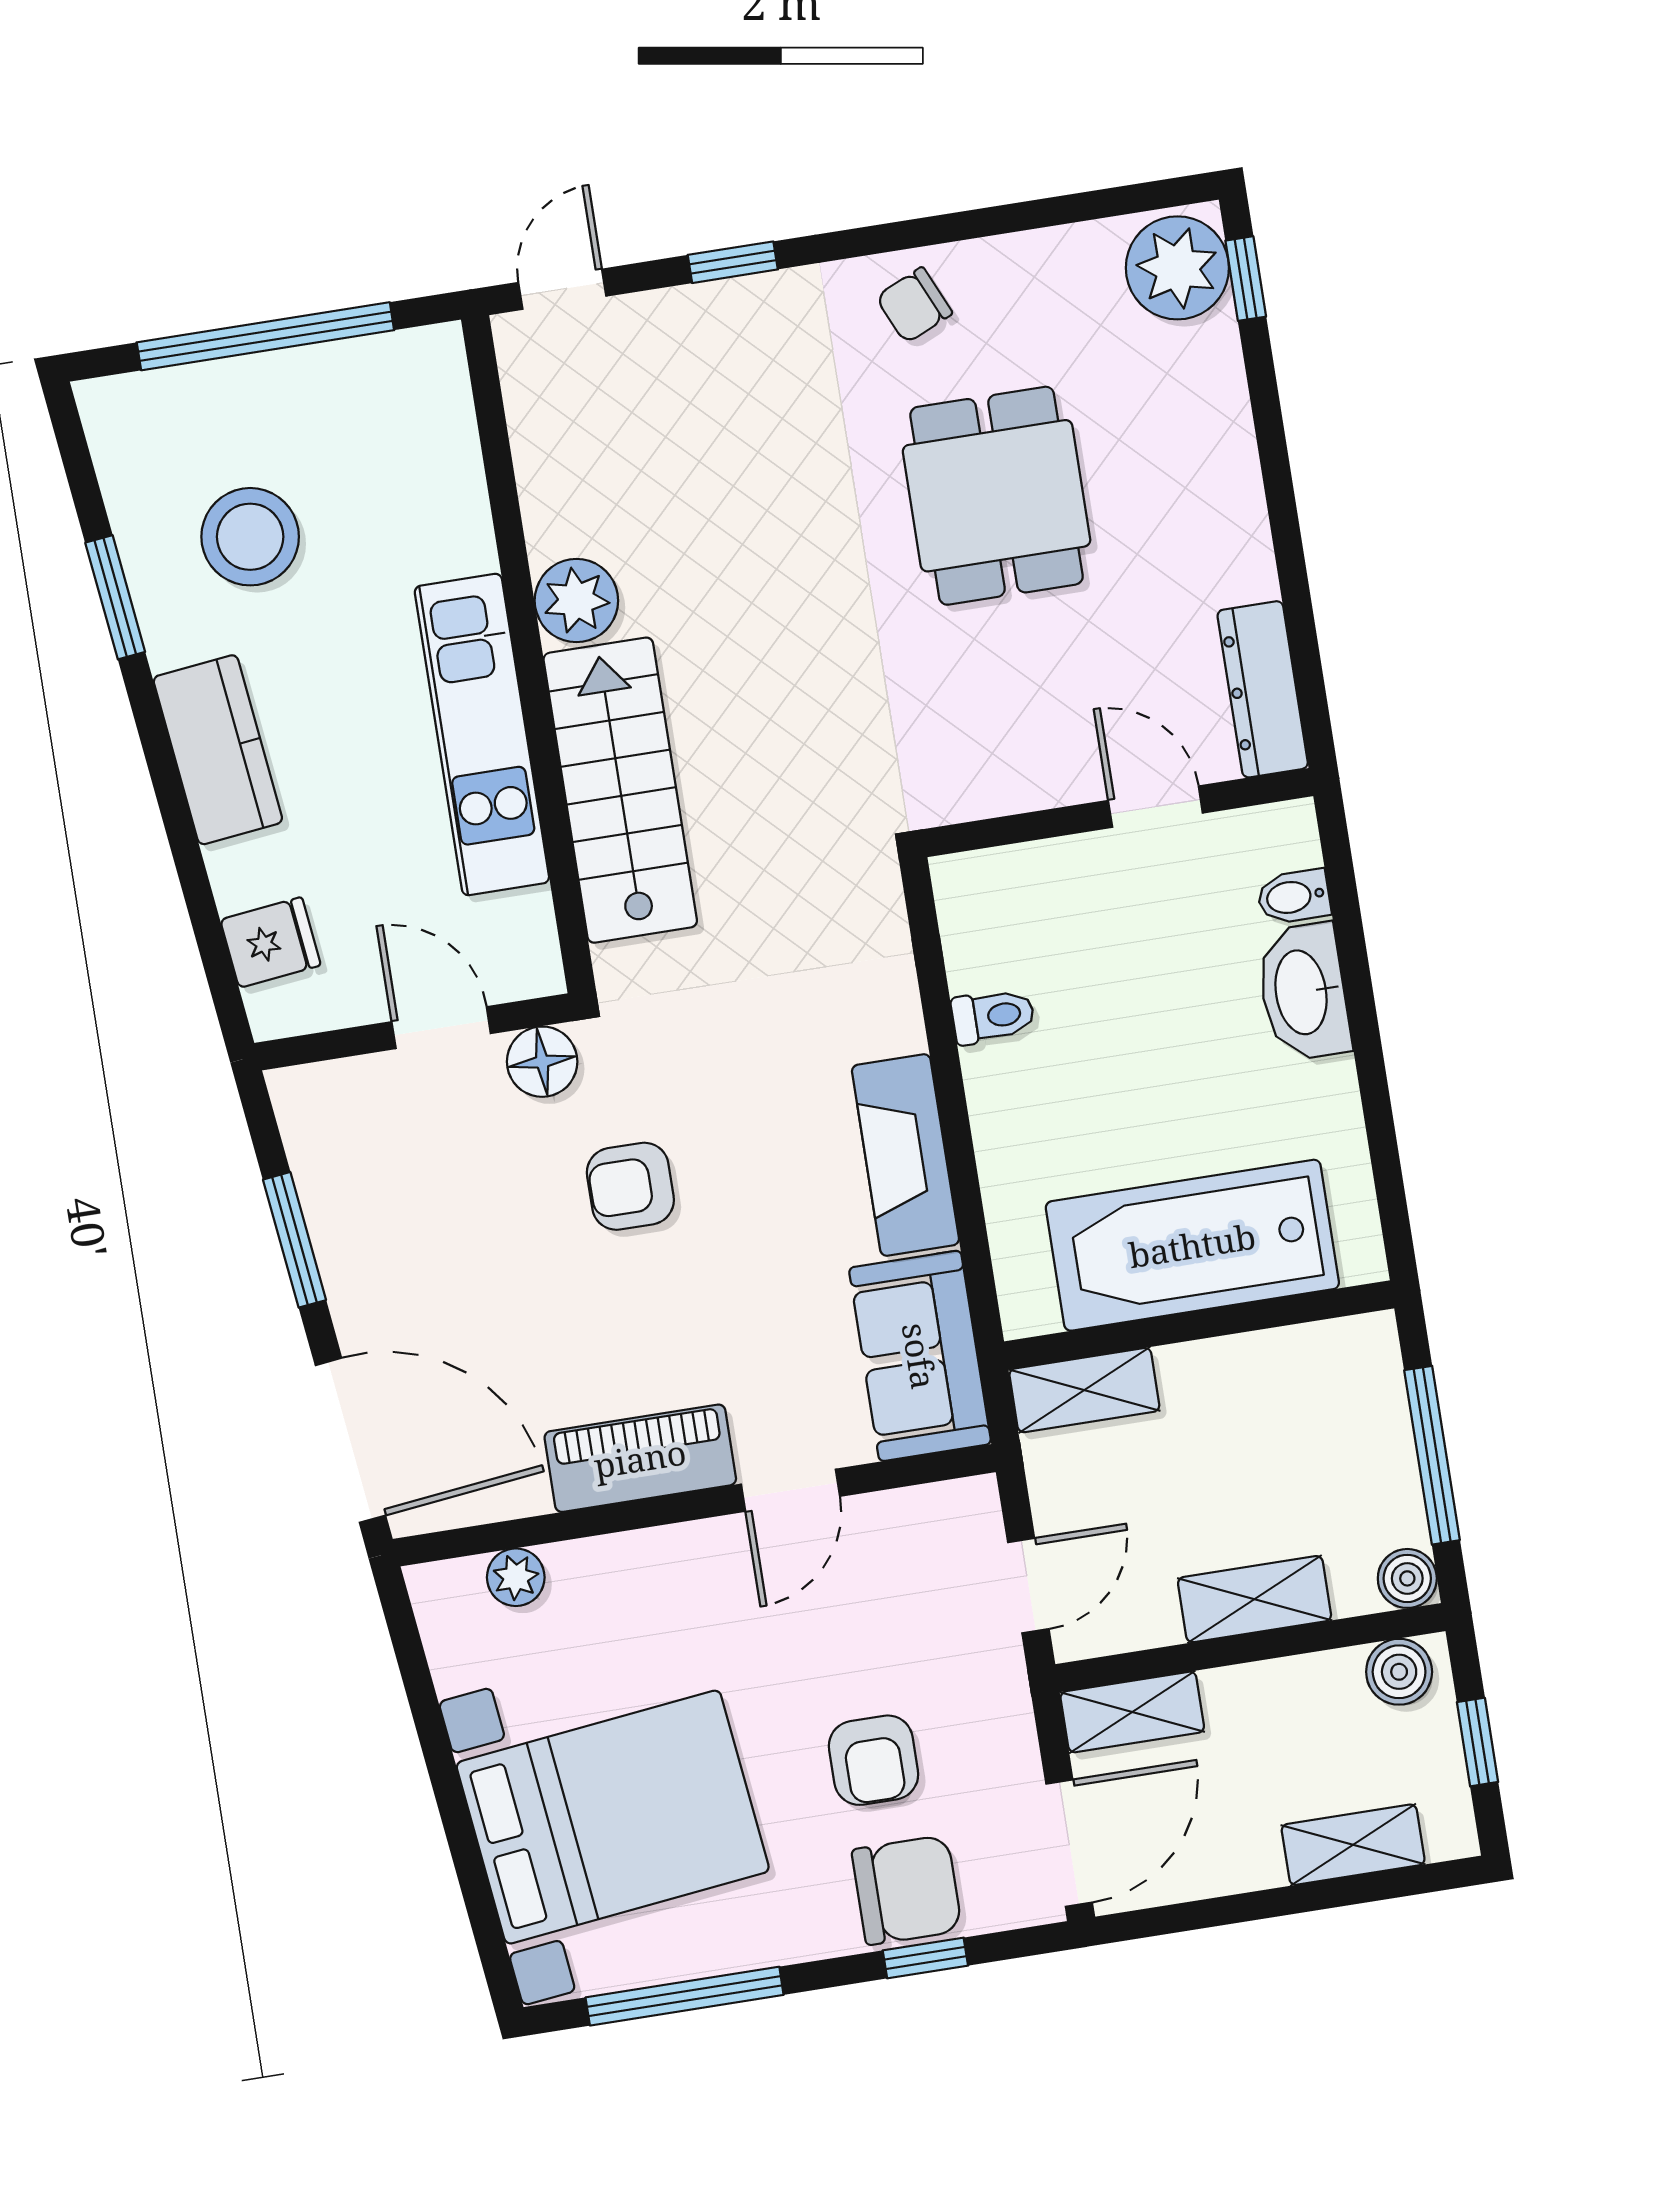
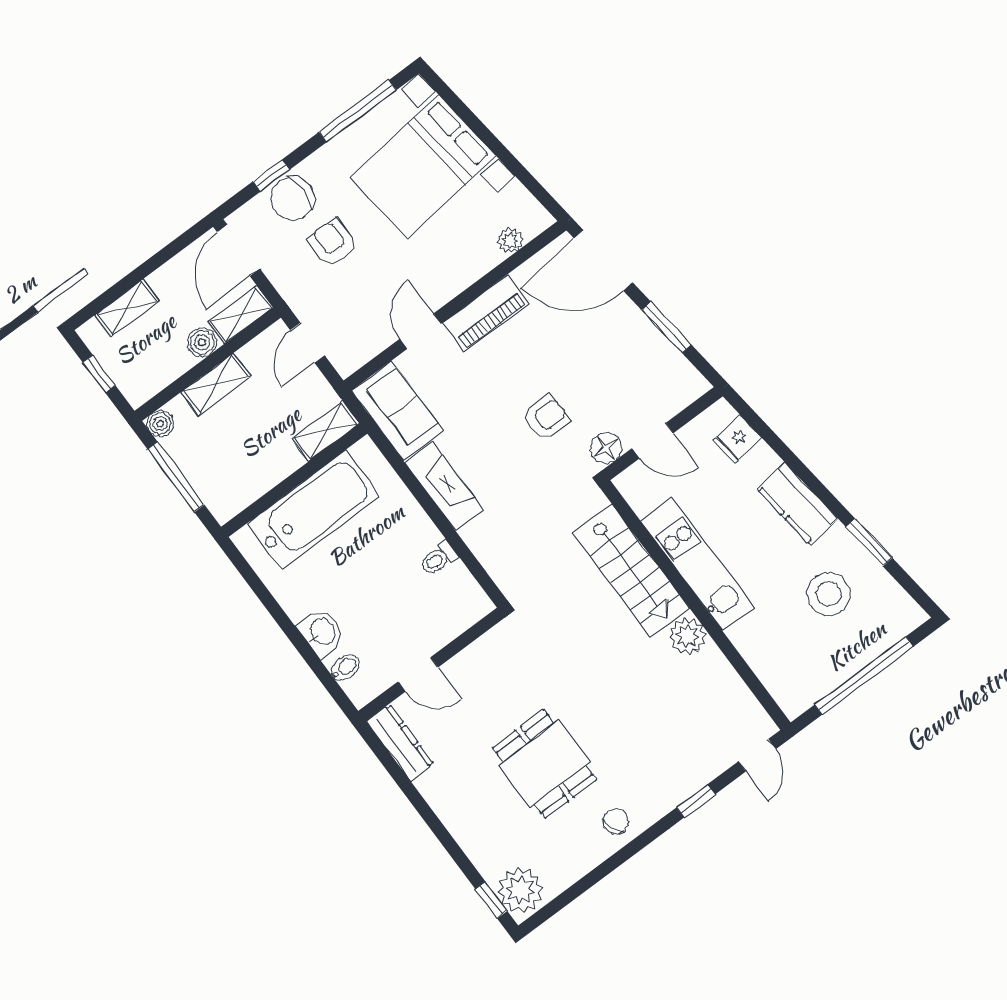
washbasin: (1303, 992) -> (322, 632), width x0.72
boiler: (1399, 1672) -> (202, 342), moved

